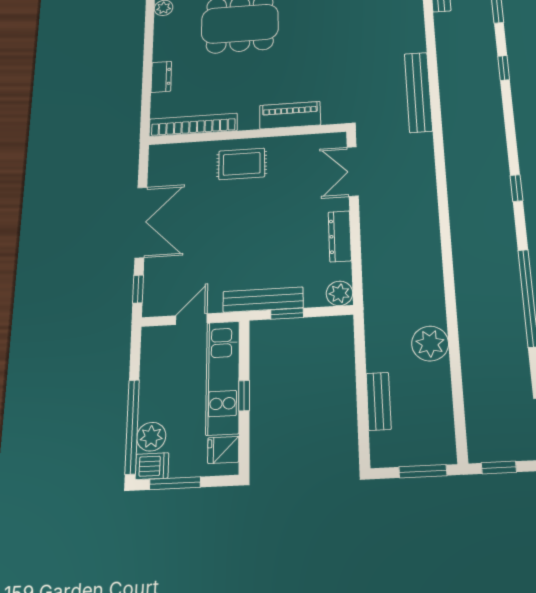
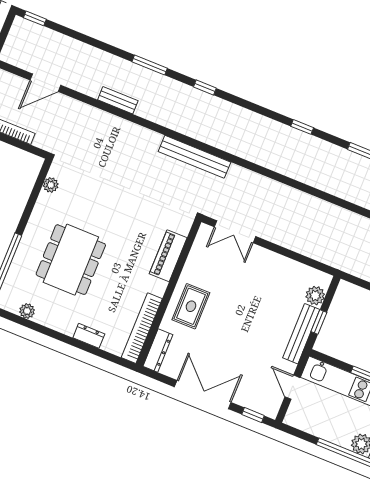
dresser: (340, 236) -> (158, 350), moved, turned -90
plant: (339, 293) -> (315, 296), moved

